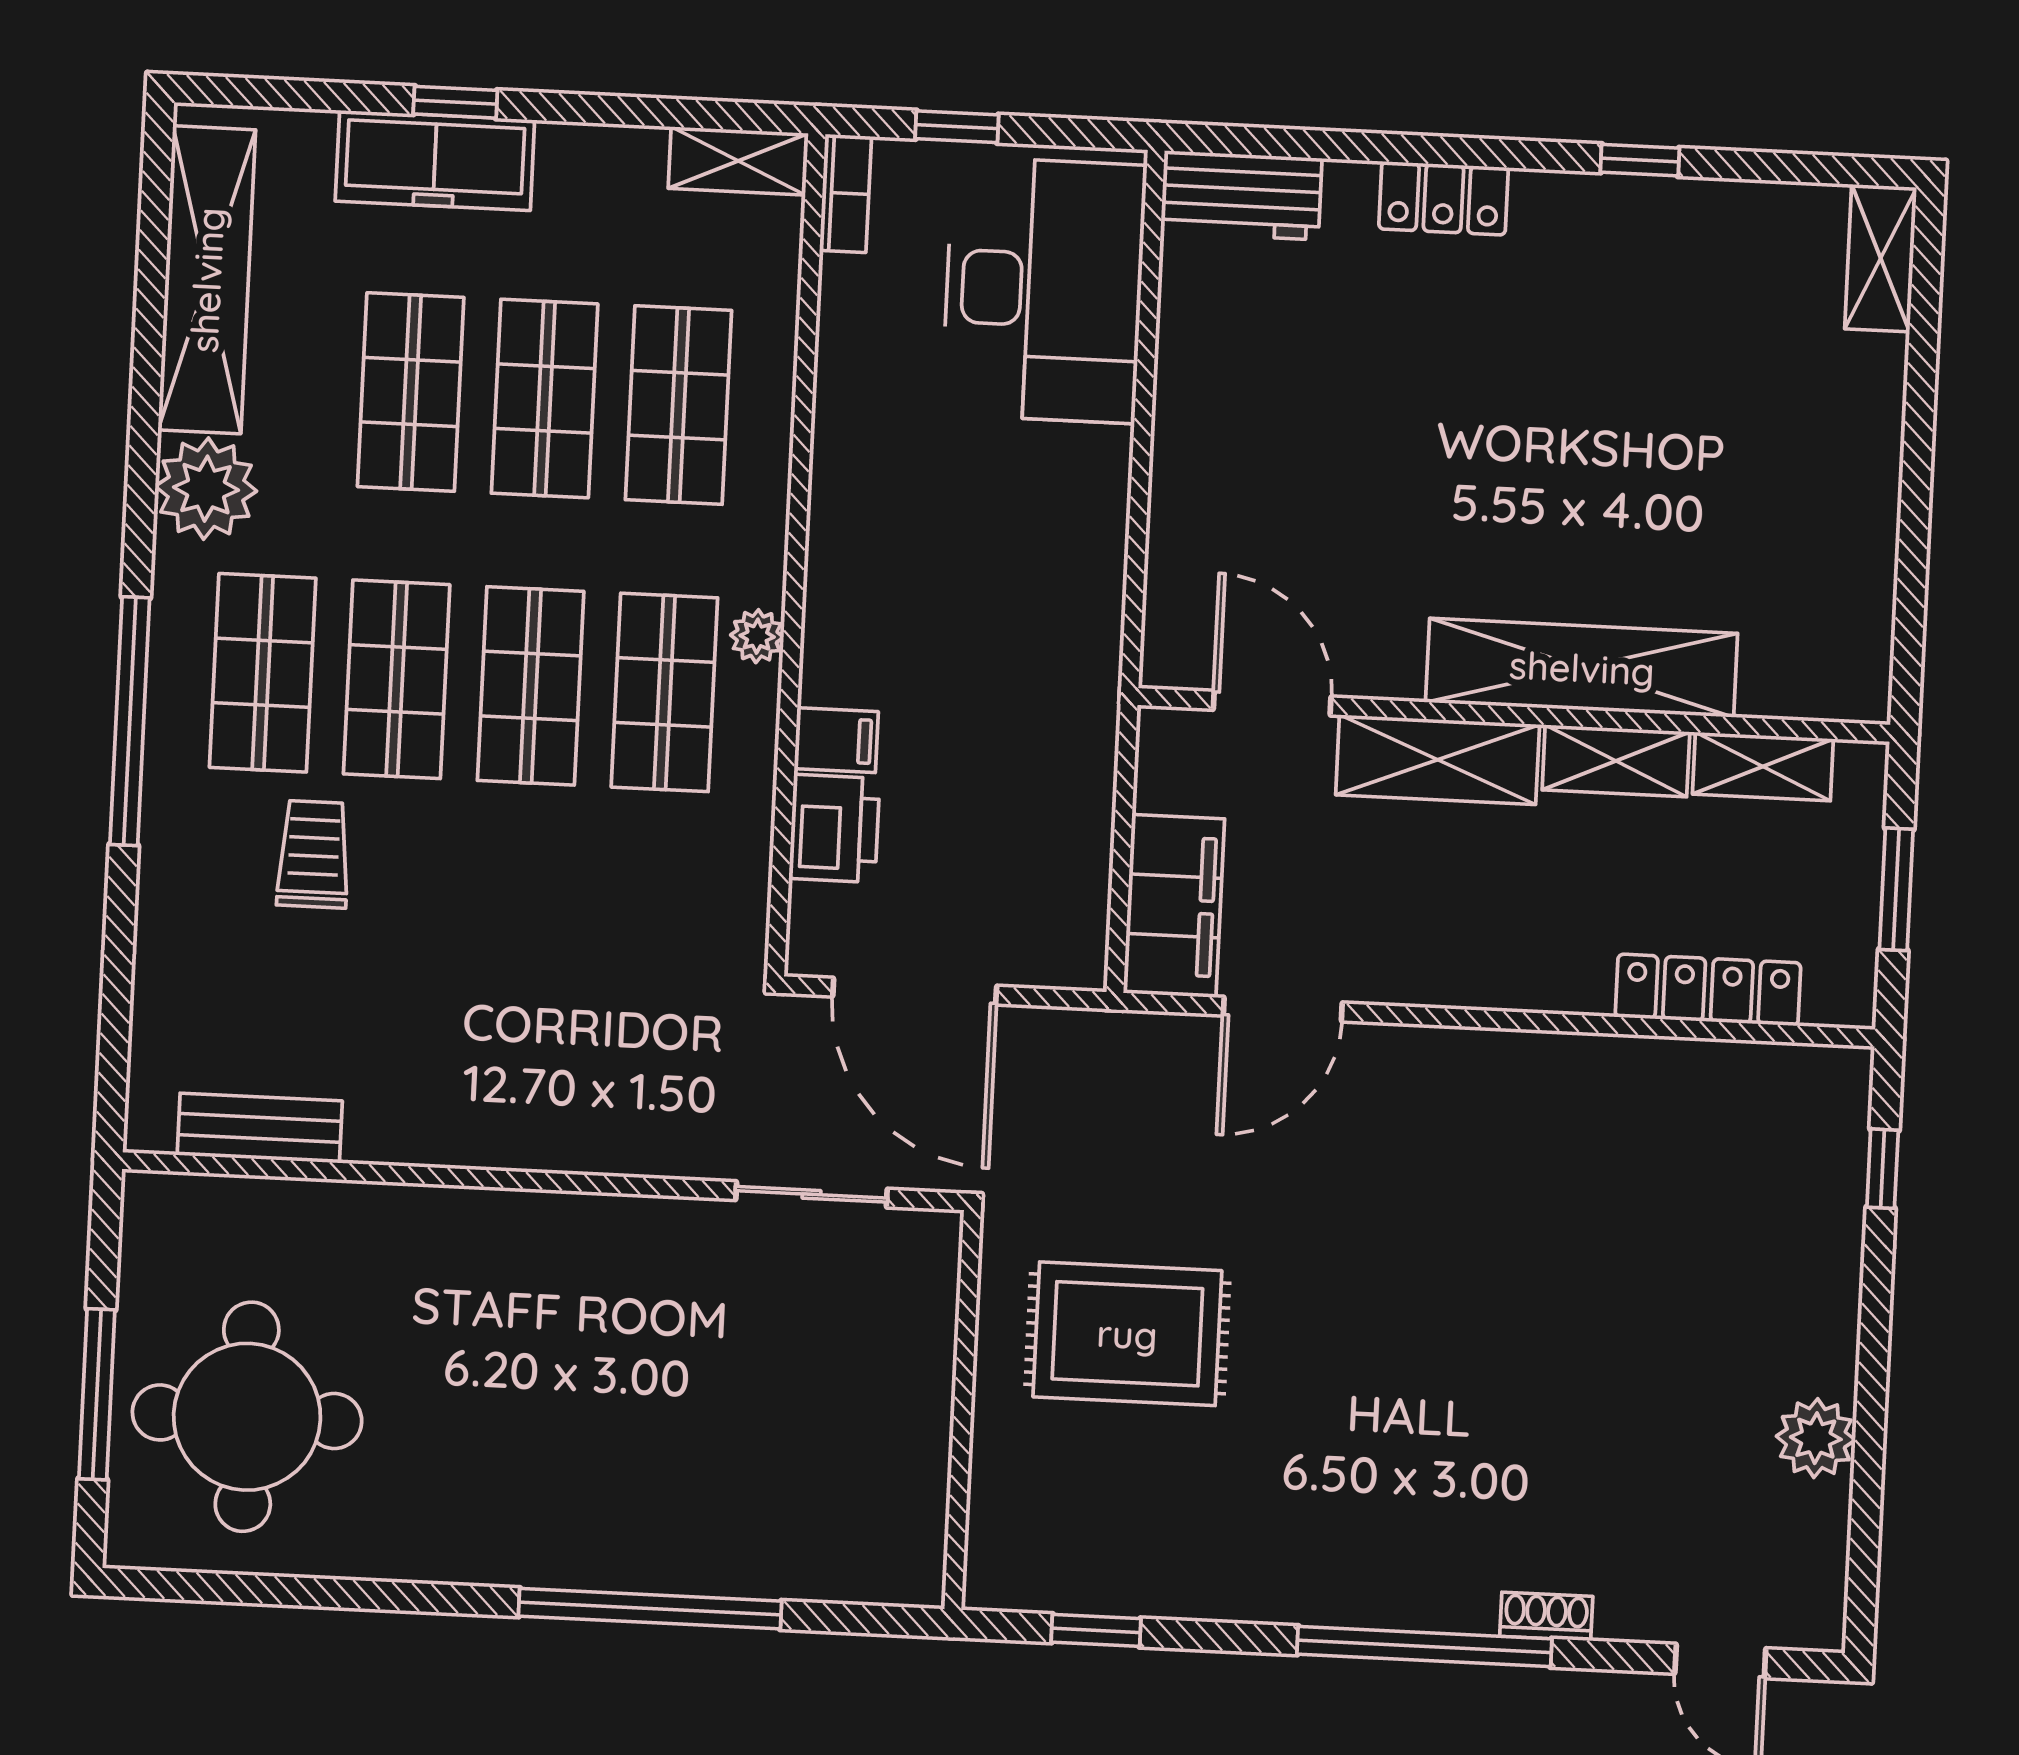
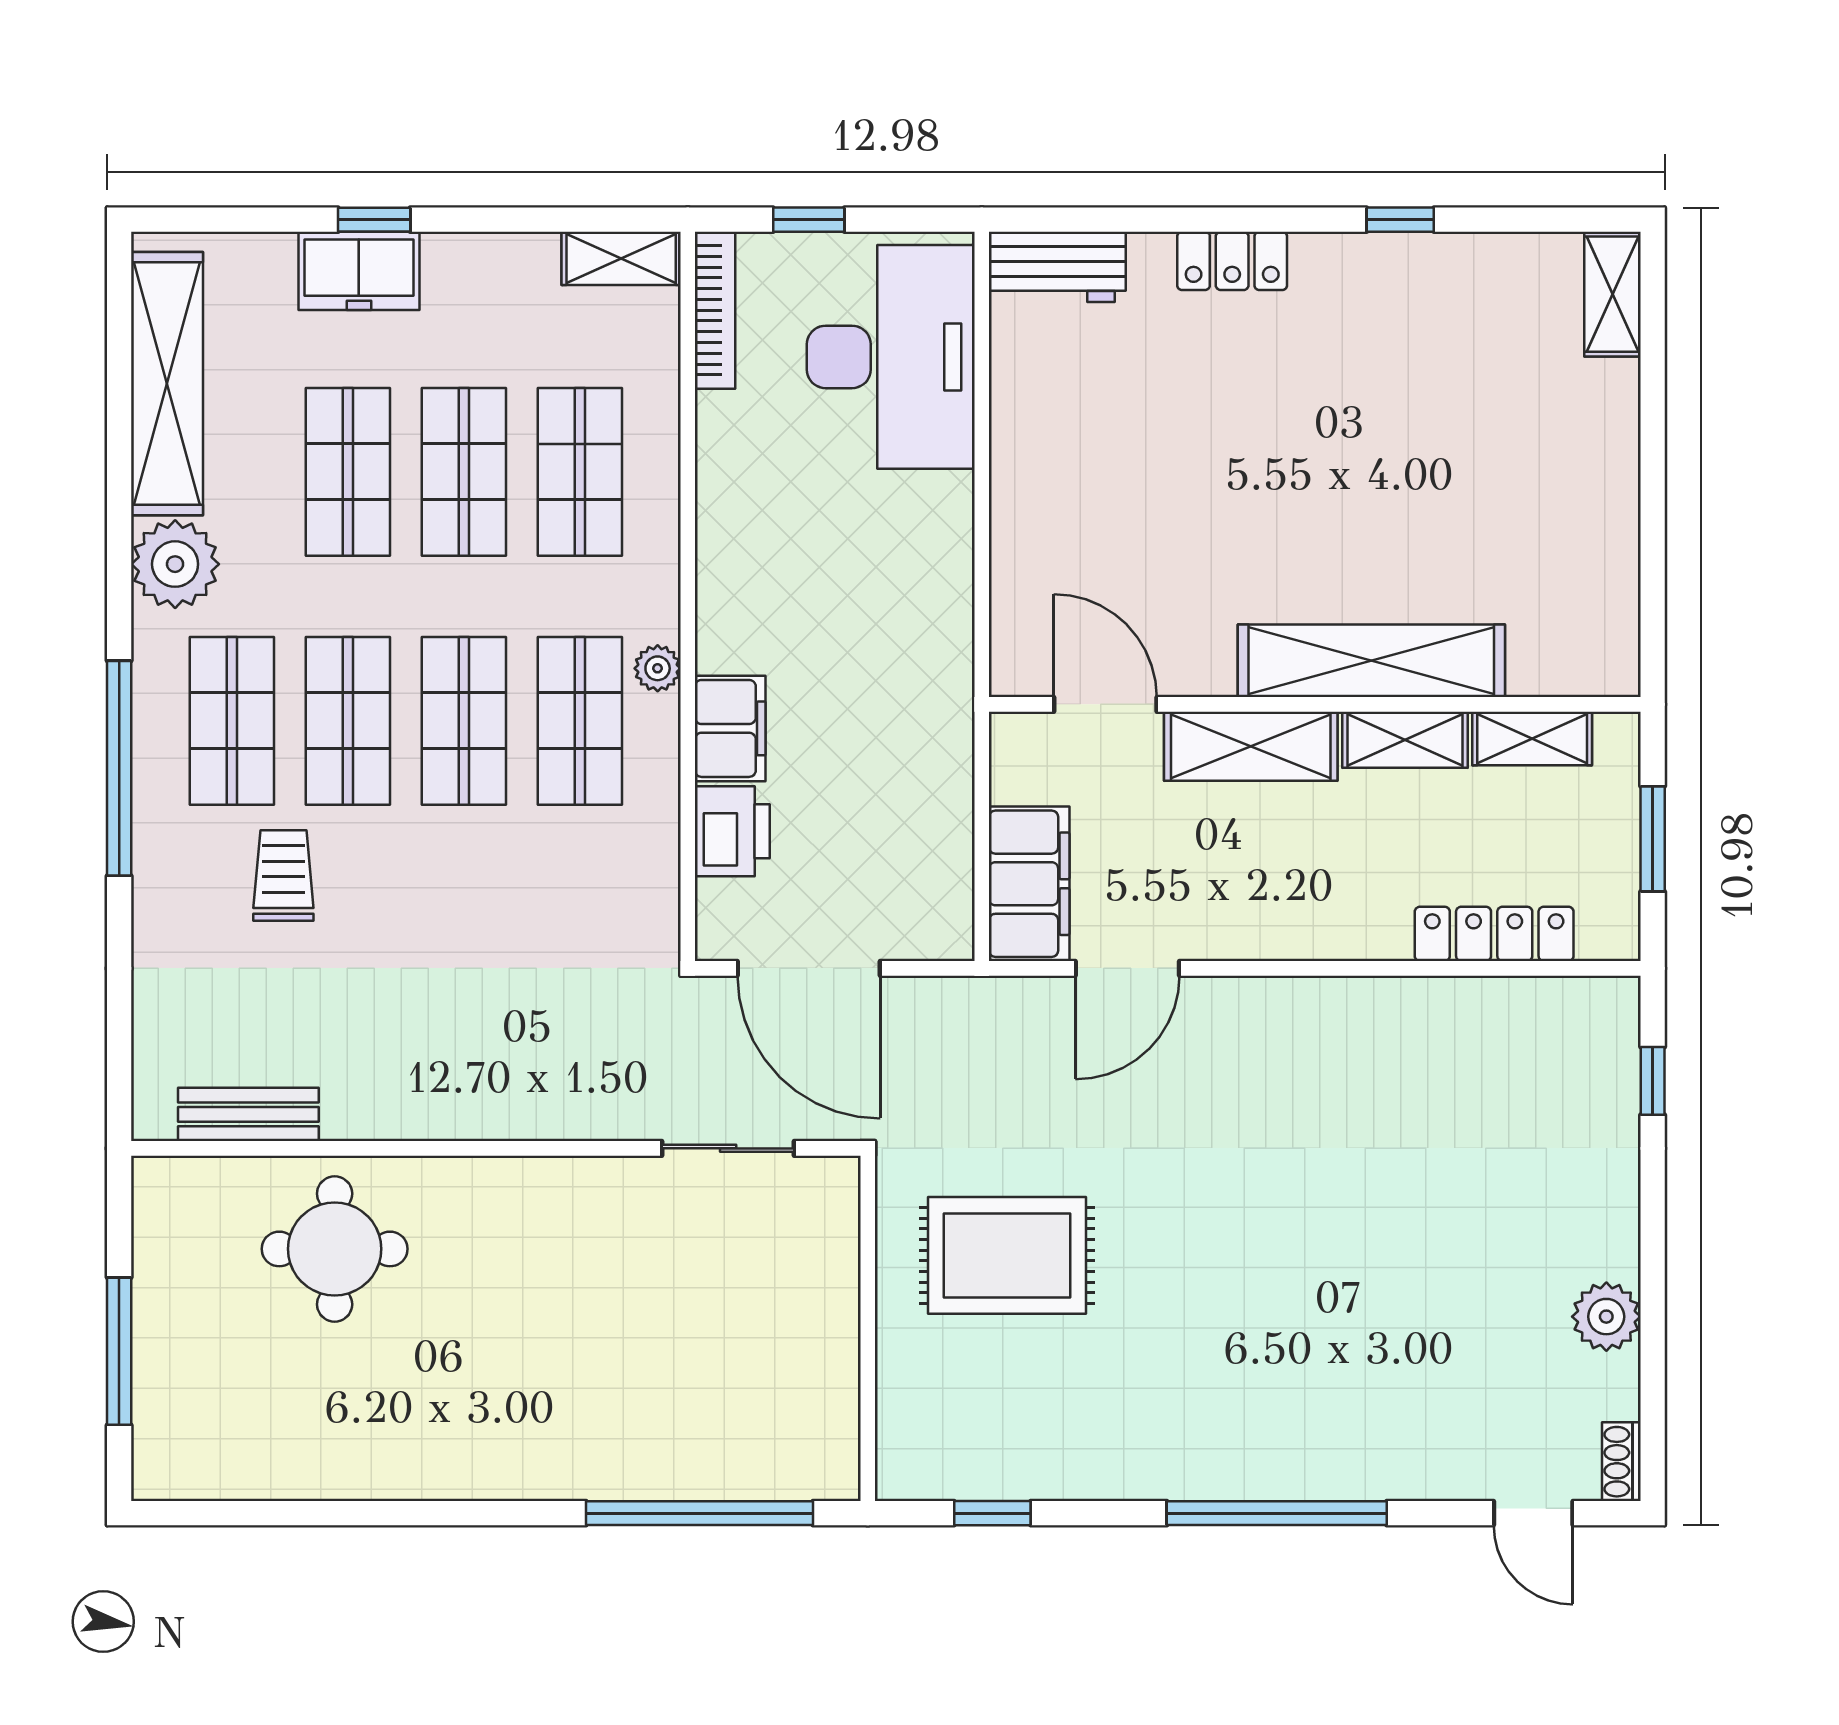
freezer: (435, 160) -> (359, 271), width x0.71
bookcase: (845, 193) -> (715, 310), width x1.56
filing cabinet: (836, 740) -> (730, 728), width x2.00
round table: (247, 1417) -> (335, 1249), moved, width x0.73, depth x0.73
window: (650, 1609) -> (699, 1513), moved
shoe rack: (1546, 1616) -> (1621, 1462), moved, turned -90

